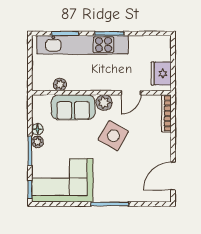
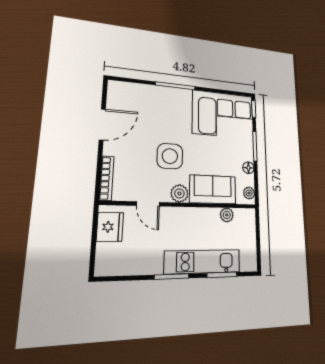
kitchen unit: (83, 45) -> (203, 262), width x0.73
door: (131, 93) -> (148, 204), swing flipped
side table: (113, 136) -> (170, 156), turned -30
plant: (38, 142) -> (249, 193), moved
door: (173, 176) -> (102, 124), moved

